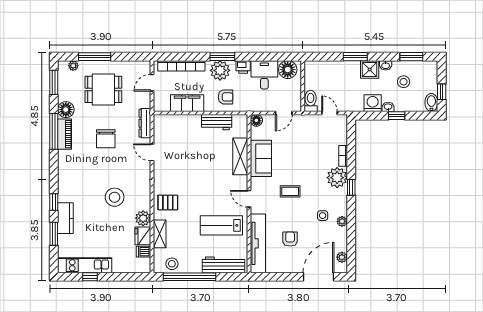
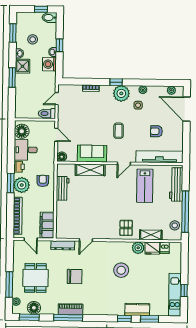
filing cabinet: (187, 103) -> (47, 225), moved
floor lamp: (66, 110) -> (34, 308), moved
plant: (337, 178) -> (121, 93), moved

